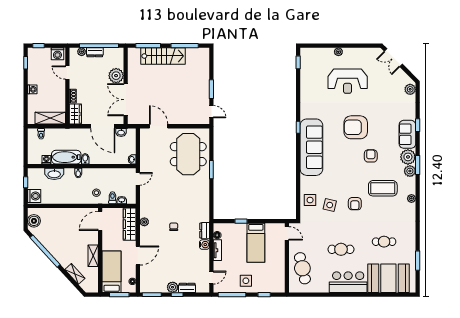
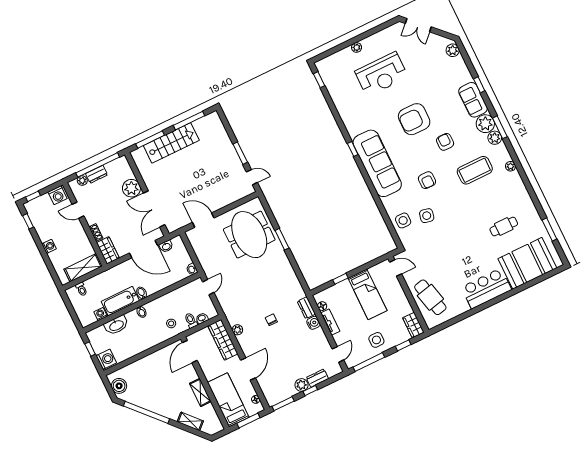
armchair: (355, 204) -> (427, 180), moved
cafe table: (341, 249) -> (462, 257), removed
wardrobe: (279, 283) -> (413, 325), added

